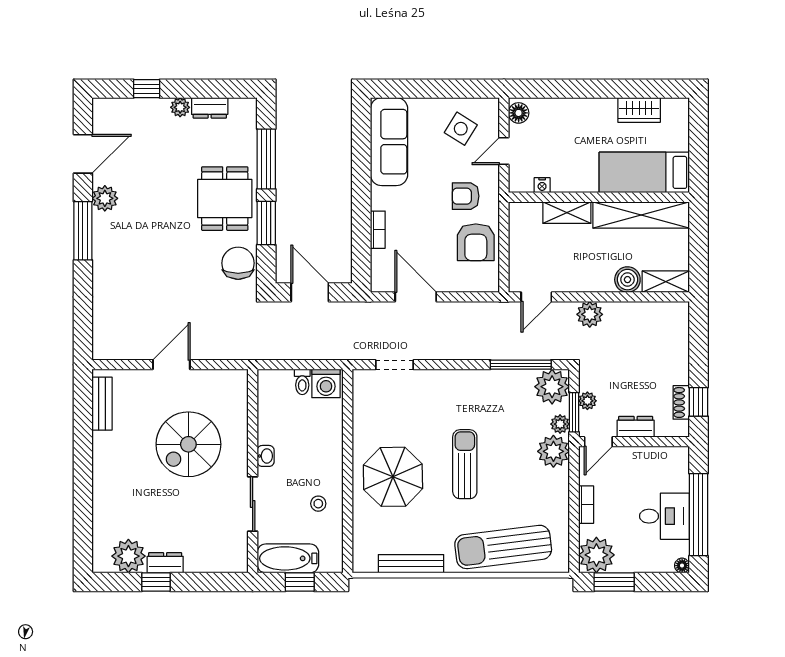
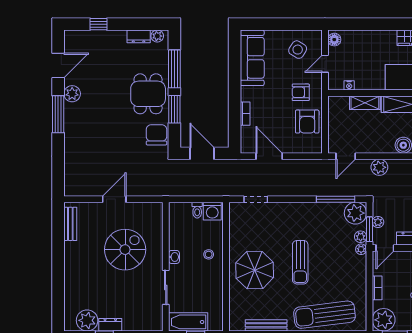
plant: (180, 107) -> (157, 36), moved
spiral stairs: (188, 444) -> (125, 250), turned 180
plant: (553, 451) -> (361, 249), width x0.53, depth x0.53
sun lounger: (465, 464) -> (300, 262), turned 180
stool: (318, 504) -> (209, 254), moved

